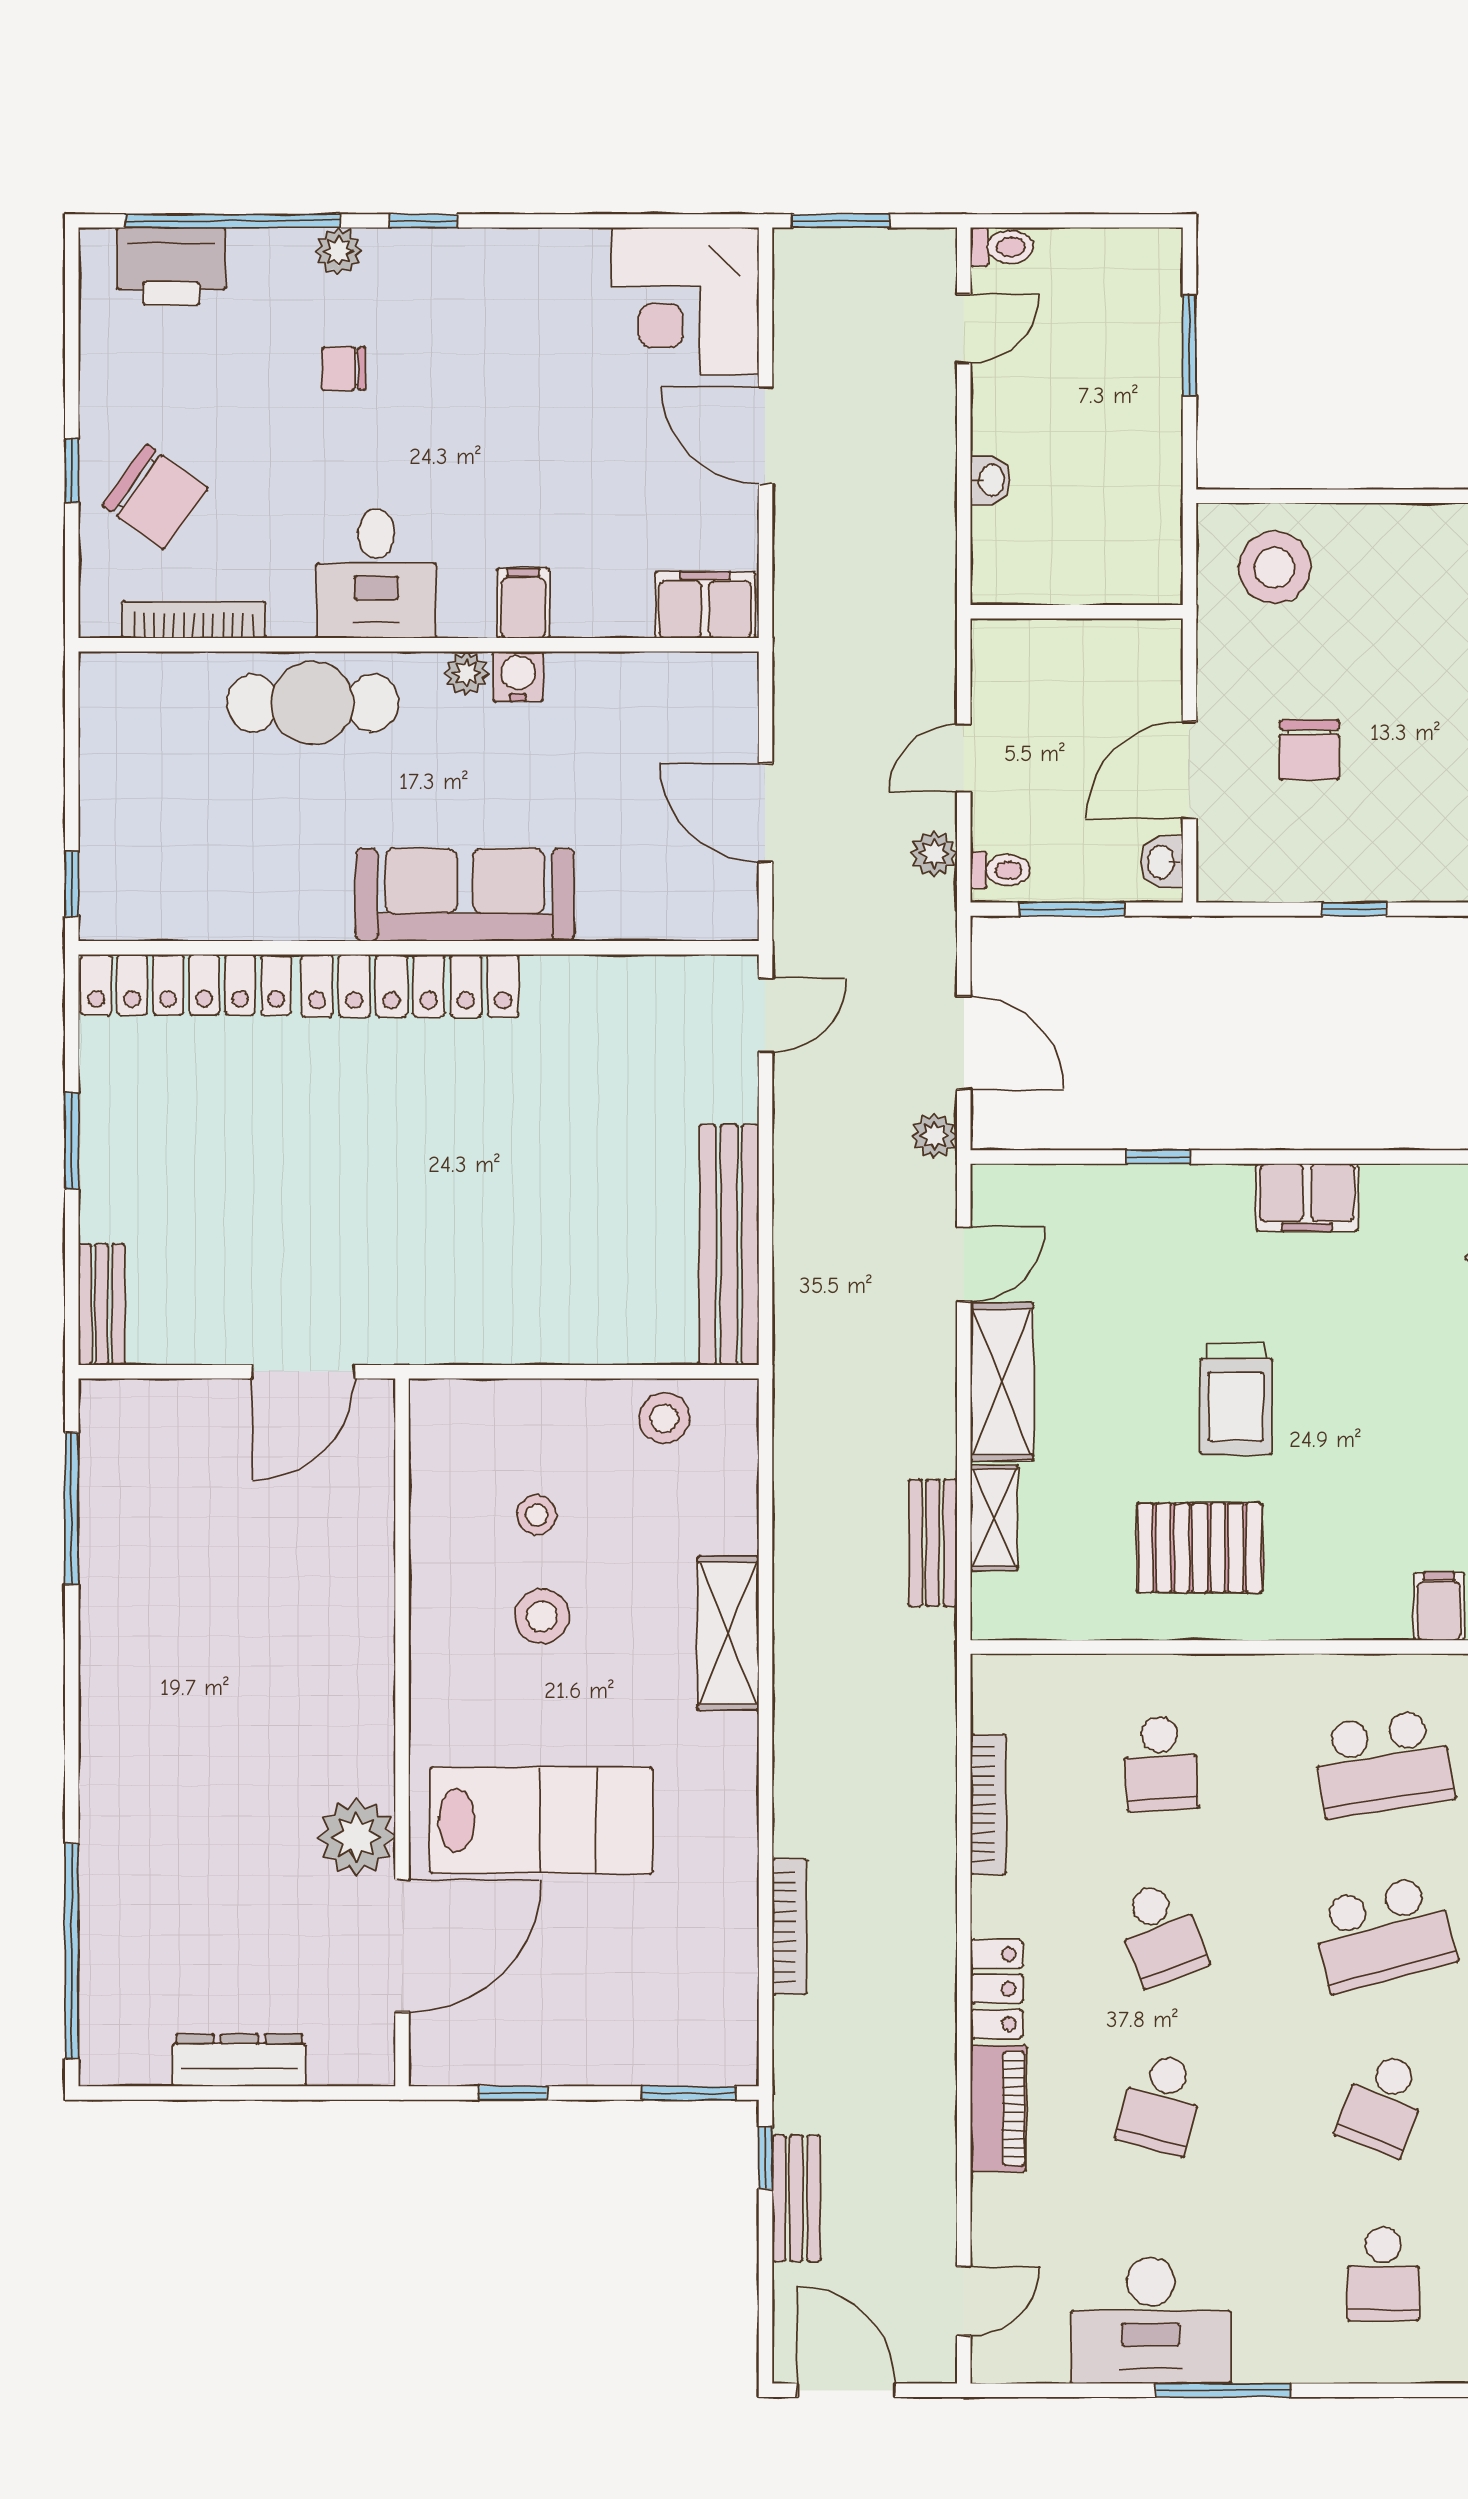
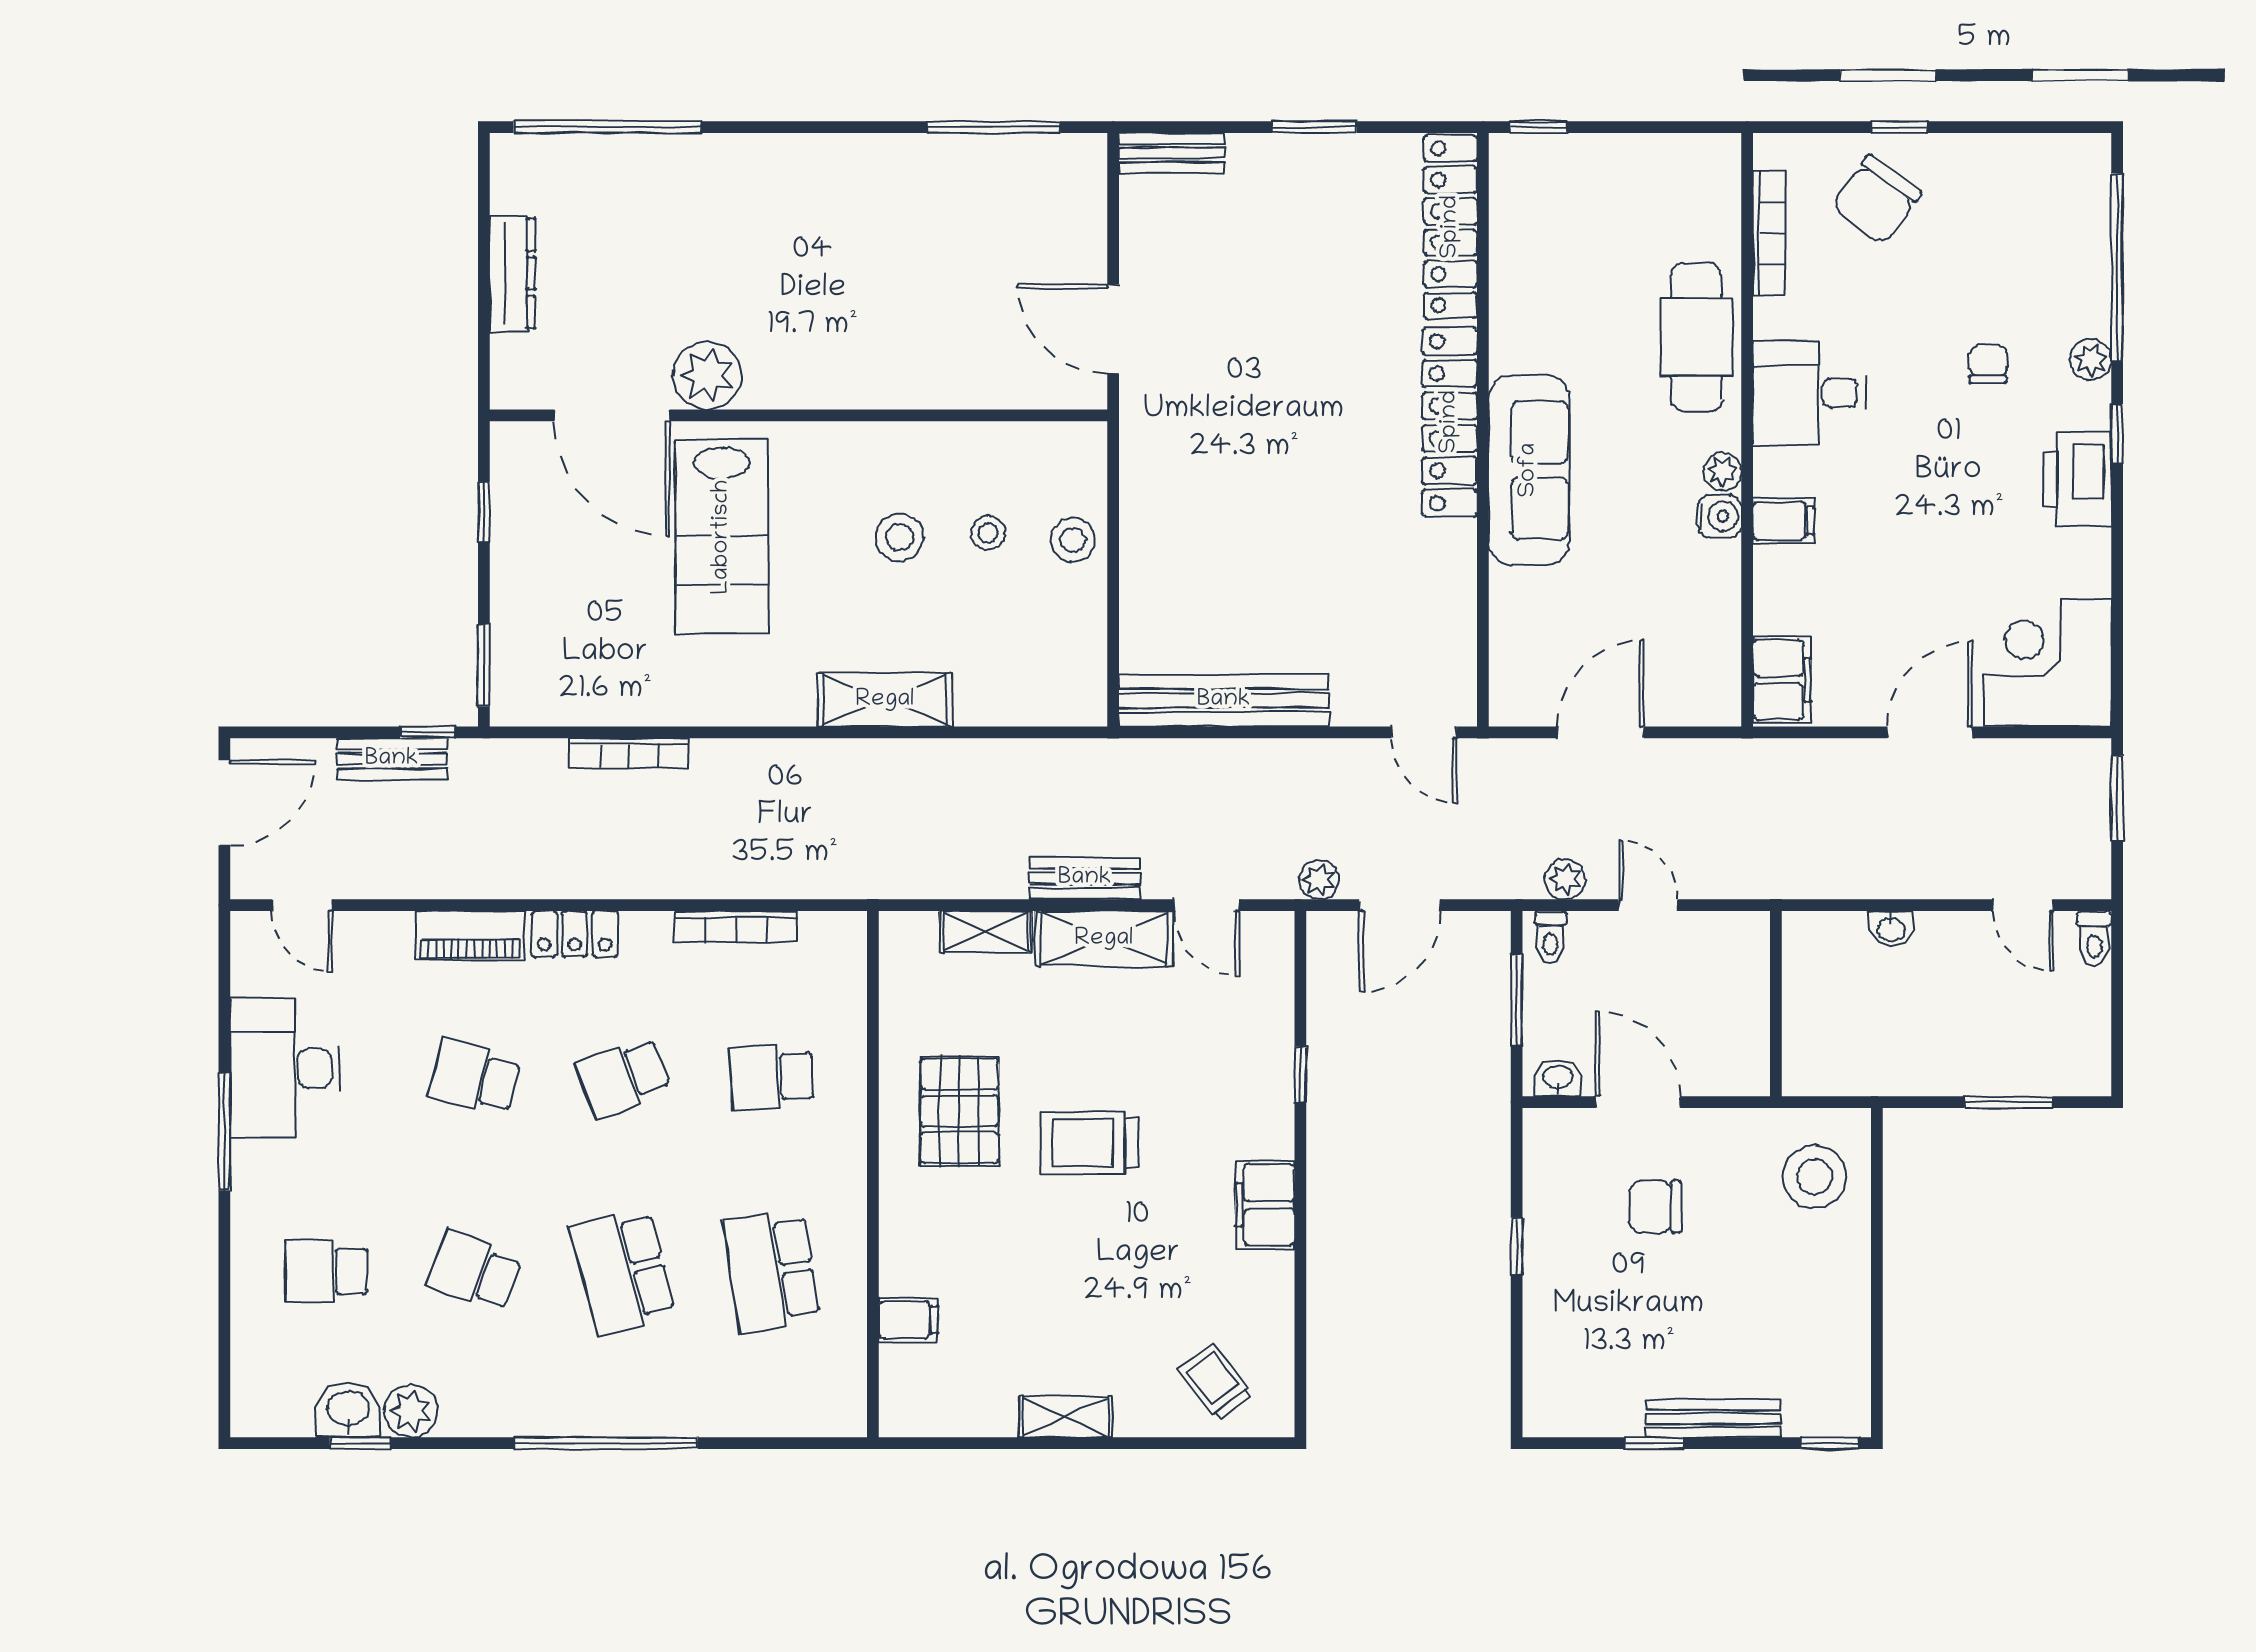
printer: (171, 266) -> (2077, 480), moved
stool: (664, 1418) -> (1073, 540), moved
bench: (933, 1543) -> (1085, 878), moved

